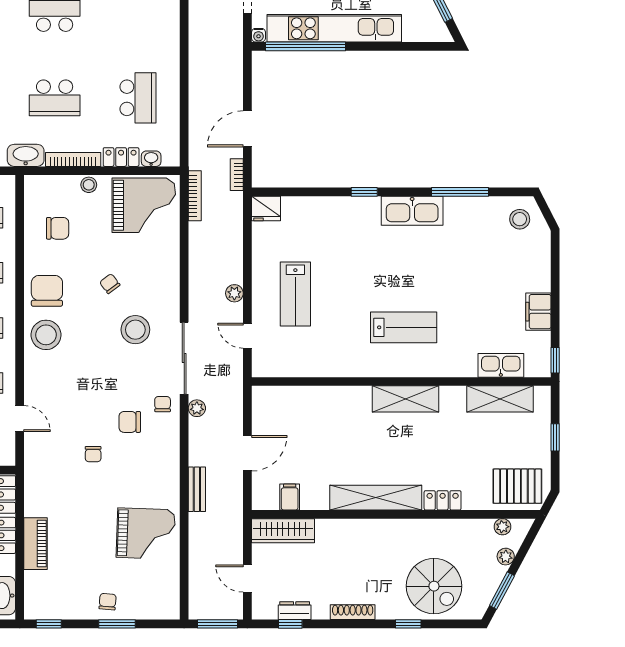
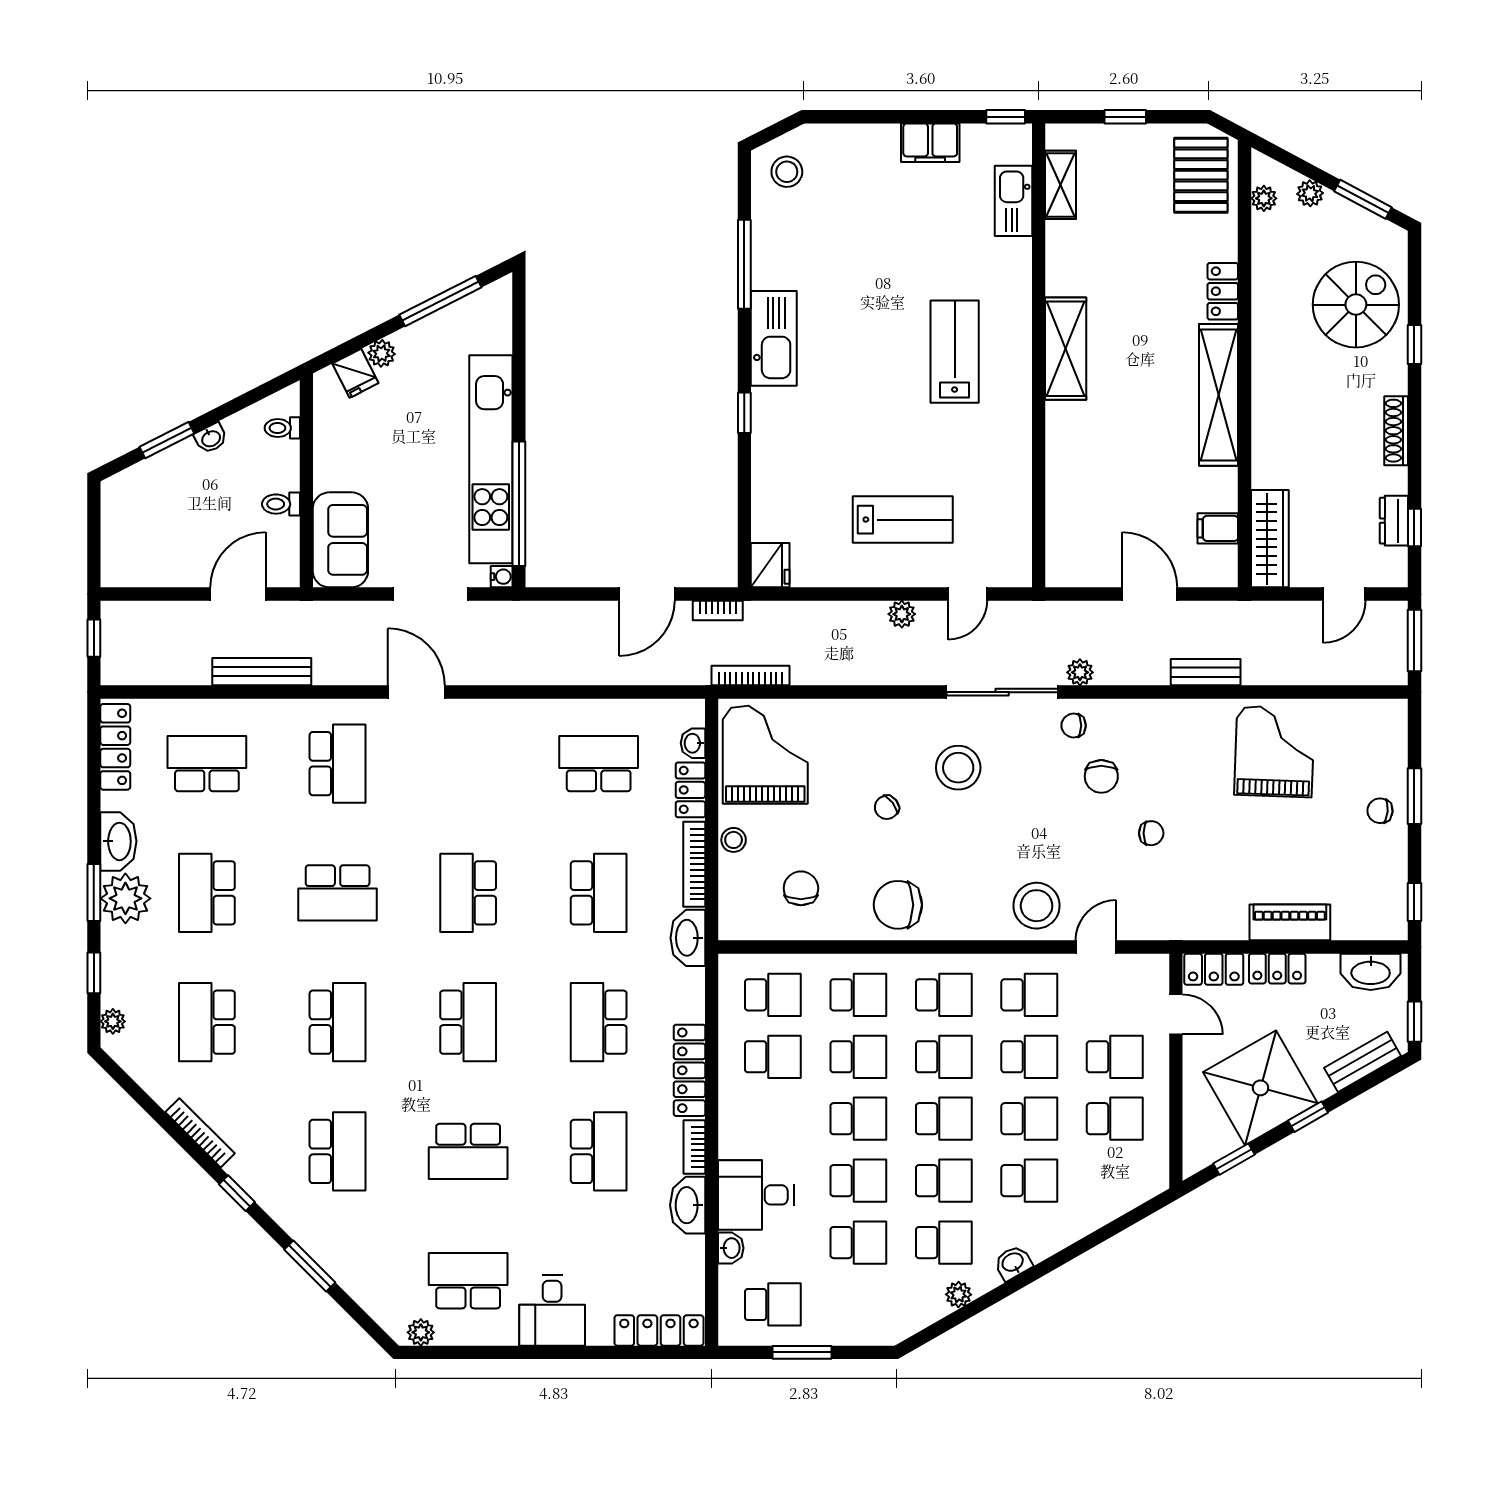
door: (247, 129) -> (647, 594), hinge flipped
stool: (46, 335) -> (1037, 906), moved
shelving: (500, 399) -> (1061, 185), width x0.67, depth x0.75

